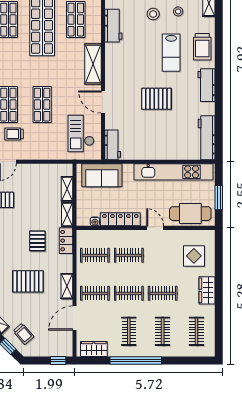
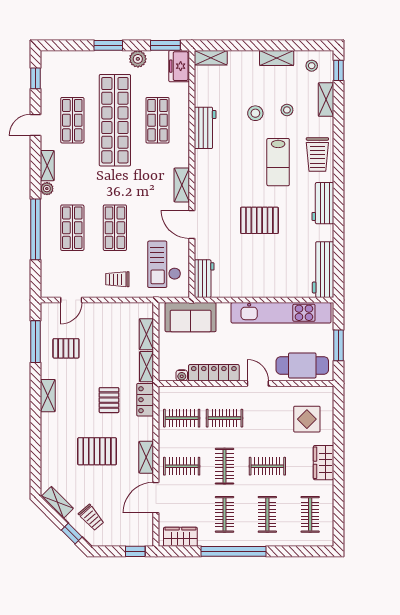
shelving: (93, 64) -> (182, 185), width x0.67, depth x0.75
trolley: (14, 134) -> (117, 279), moved
clothes rail: (129, 293) -> (225, 466), turned 90

